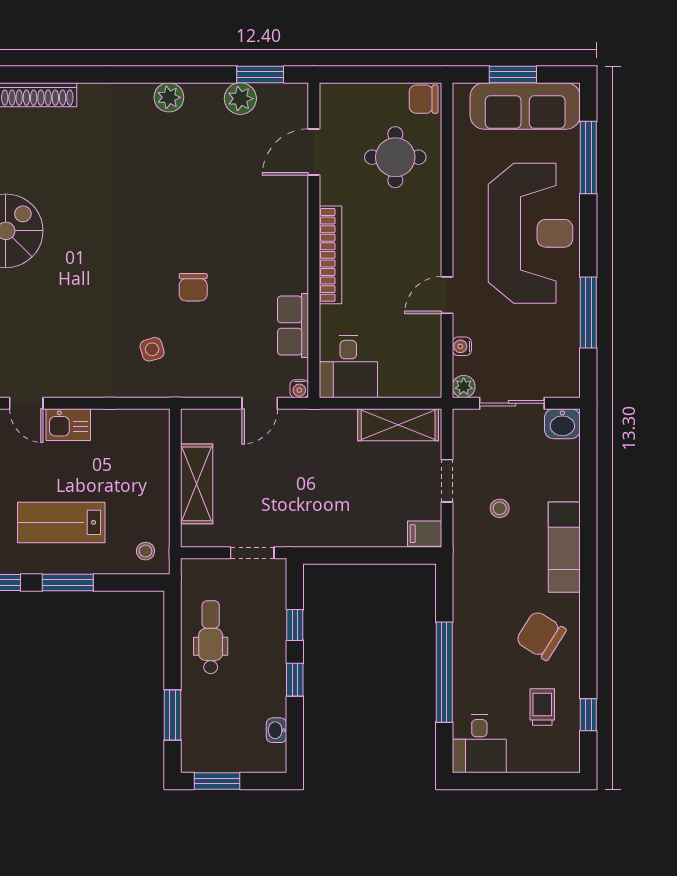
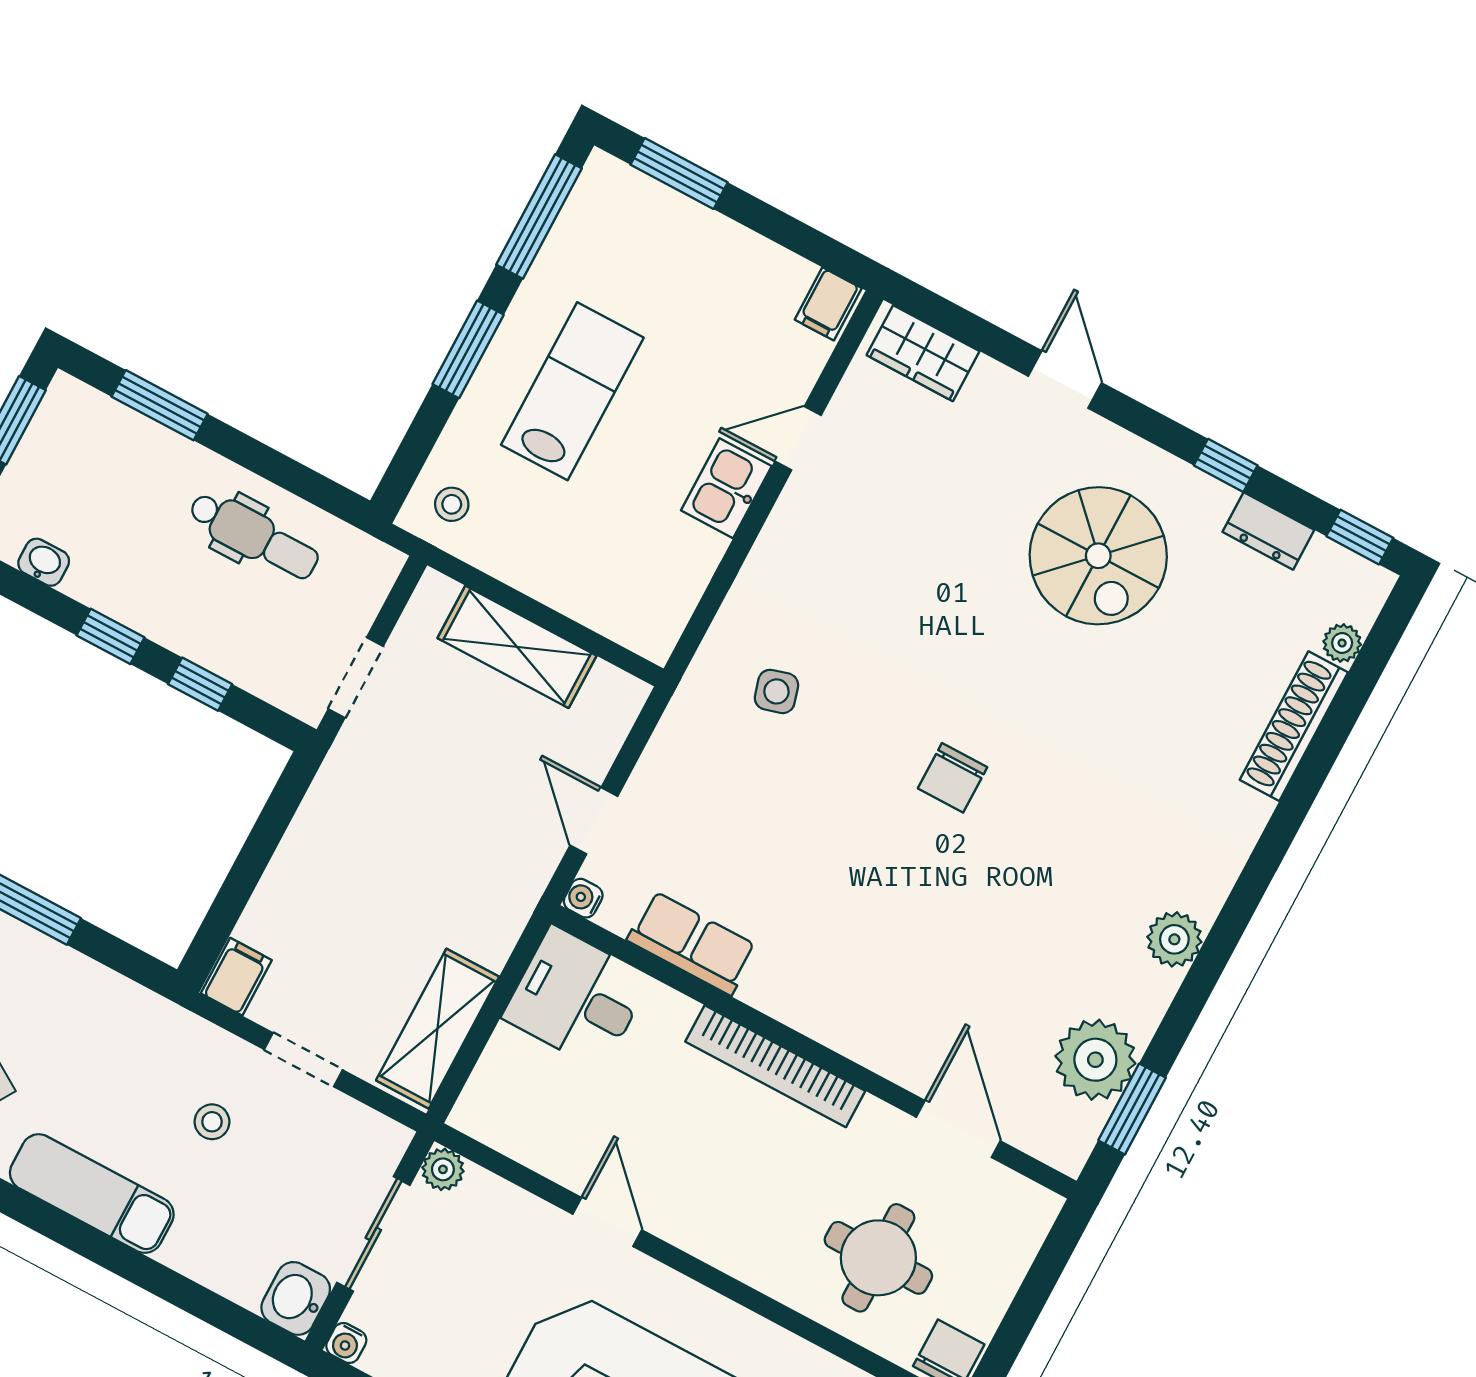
plant: (240, 99) -> (1095, 1060), width x1.36, depth x1.36
chair: (193, 287) -> (953, 778), moved, turned -90
water cooler: (462, 346) -> (346, 1343), moved, turned 180

